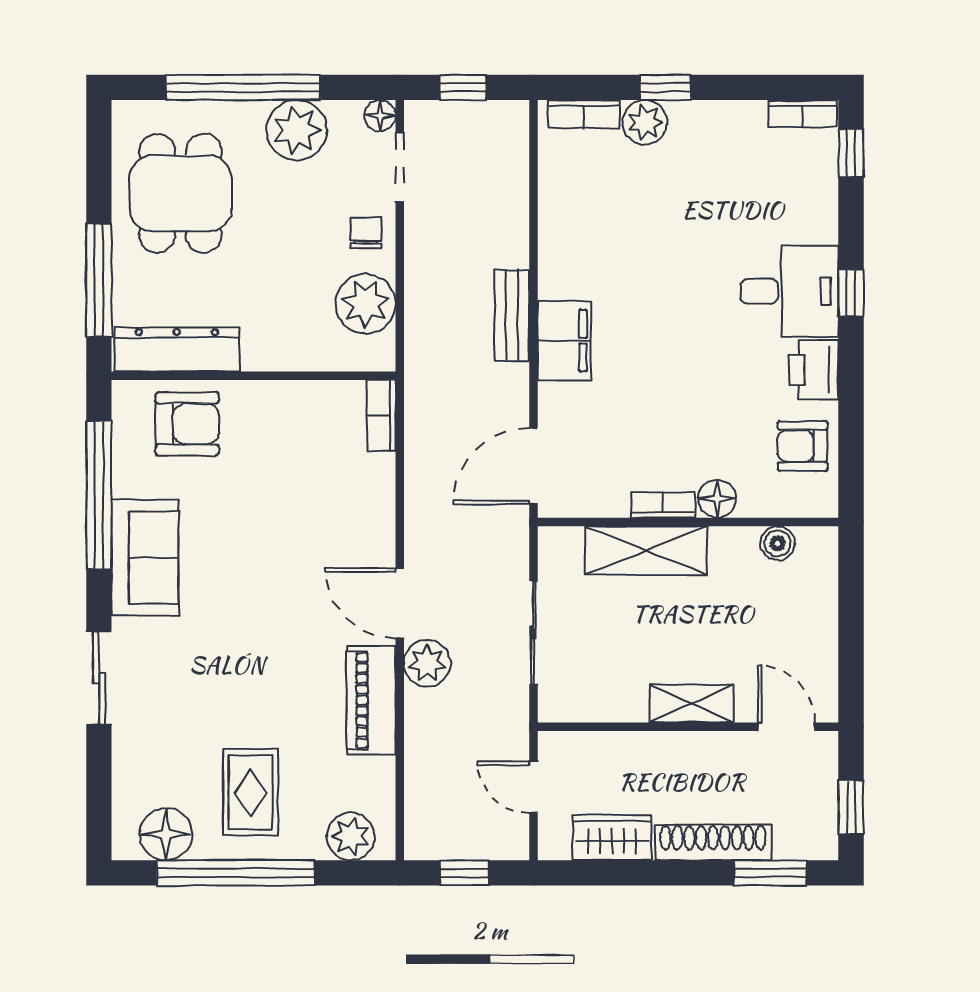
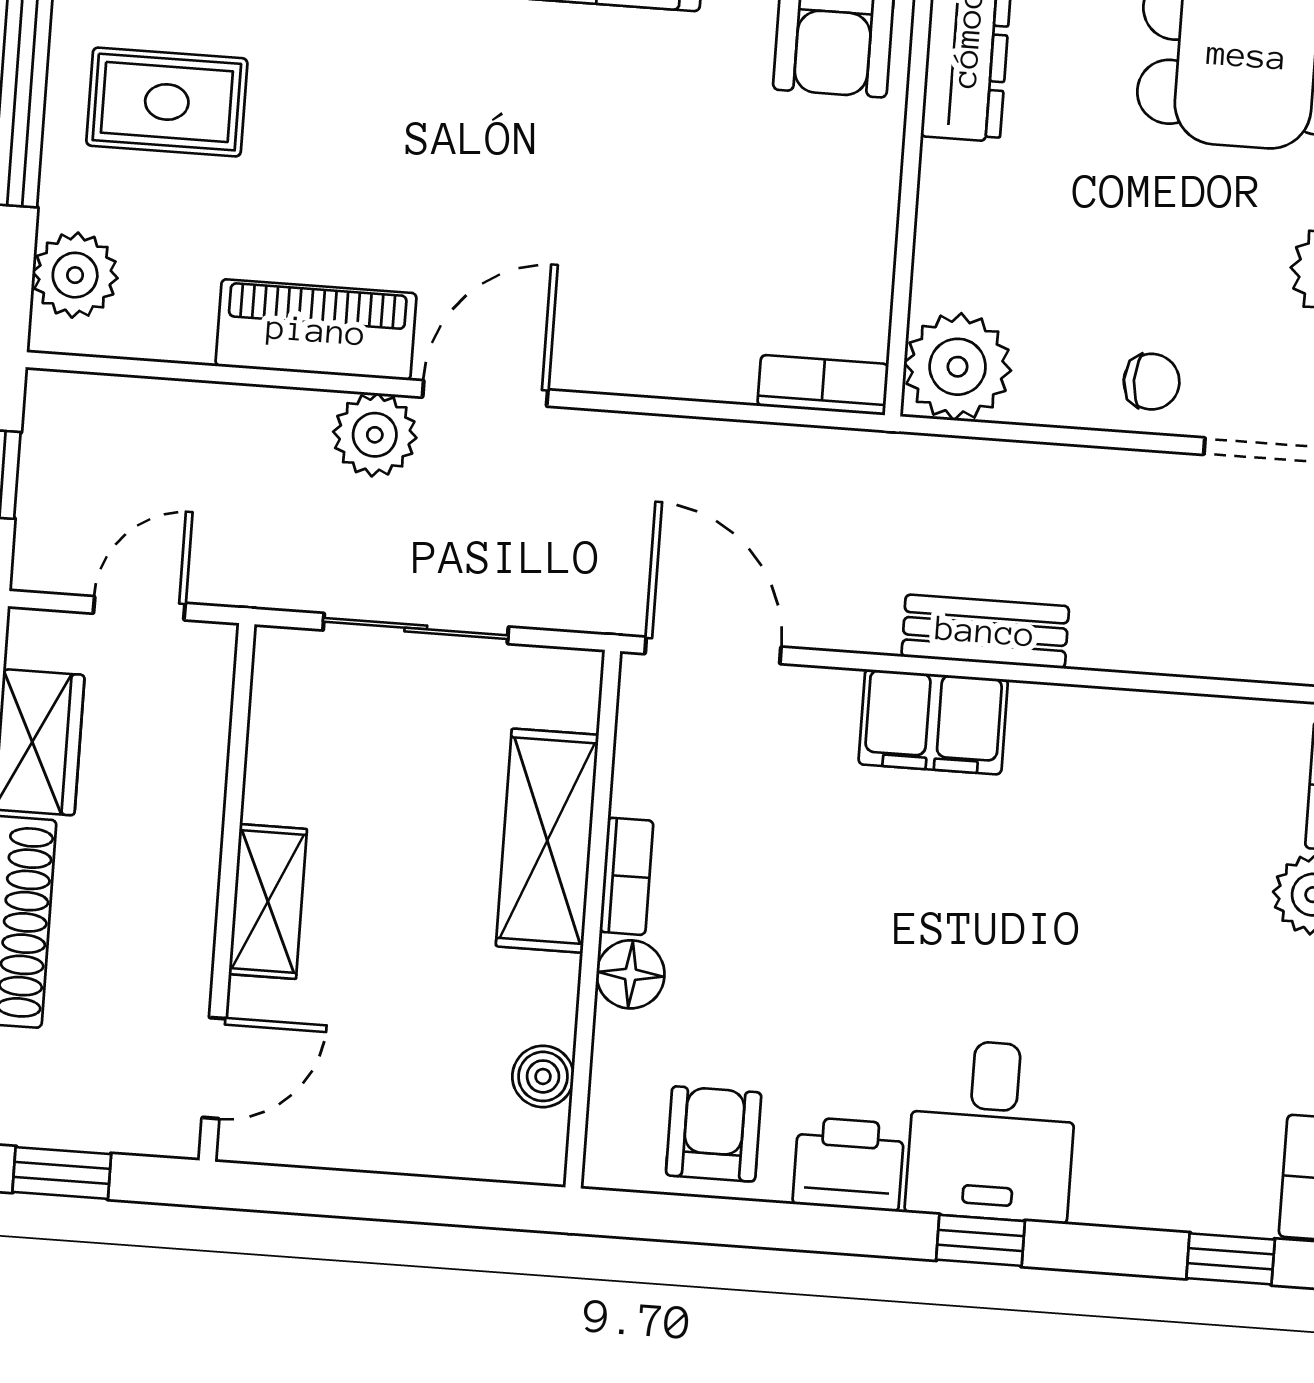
plant: (366, 304) -> (958, 367), moved

